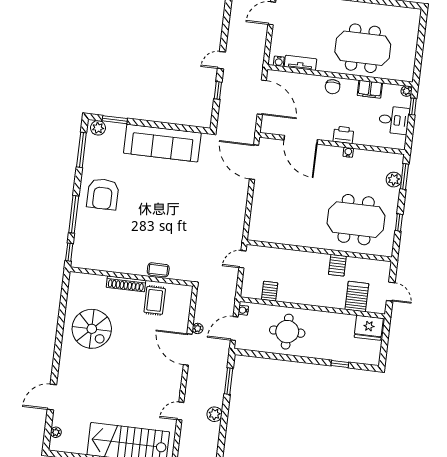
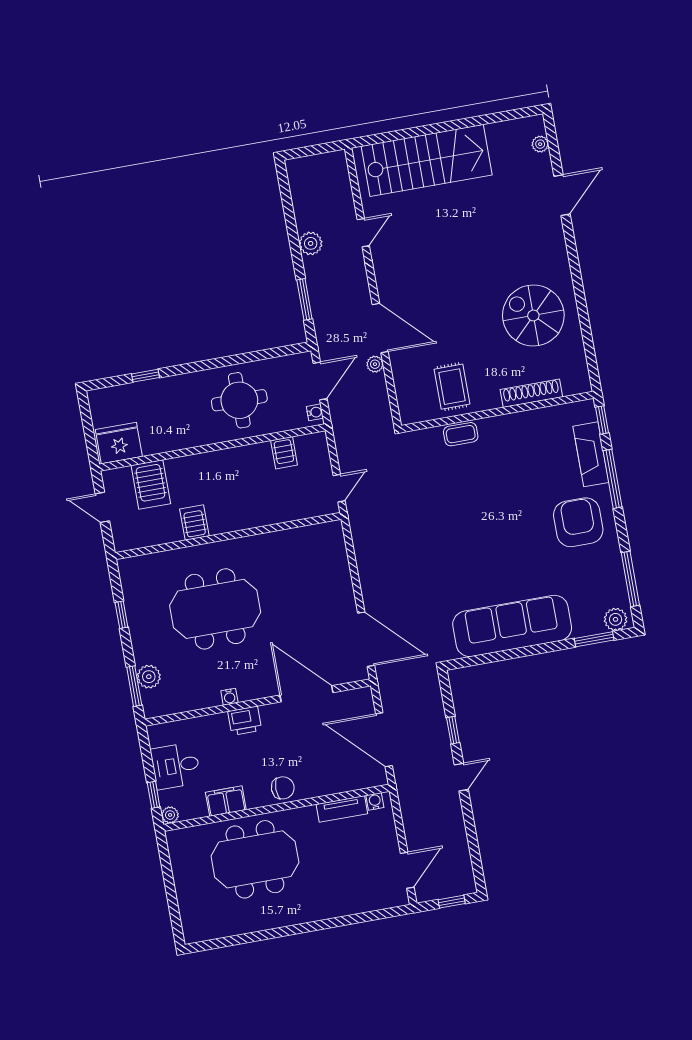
chair: (333, 87) -> (283, 788), turned 90
meeting table: (356, 220) -> (215, 609), moved
fireplace: (82, 233) -> (591, 454), added
shoe rack: (126, 284) -> (531, 393), moved

